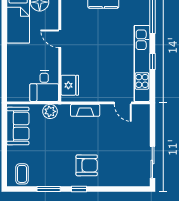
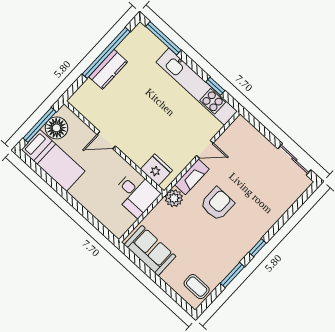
window: (152, 62) -> (215, 86), moved
door: (123, 103) -> (205, 149), moved
plant: (50, 111) -> (174, 198), moved
armchair: (87, 165) -> (217, 204), moved

